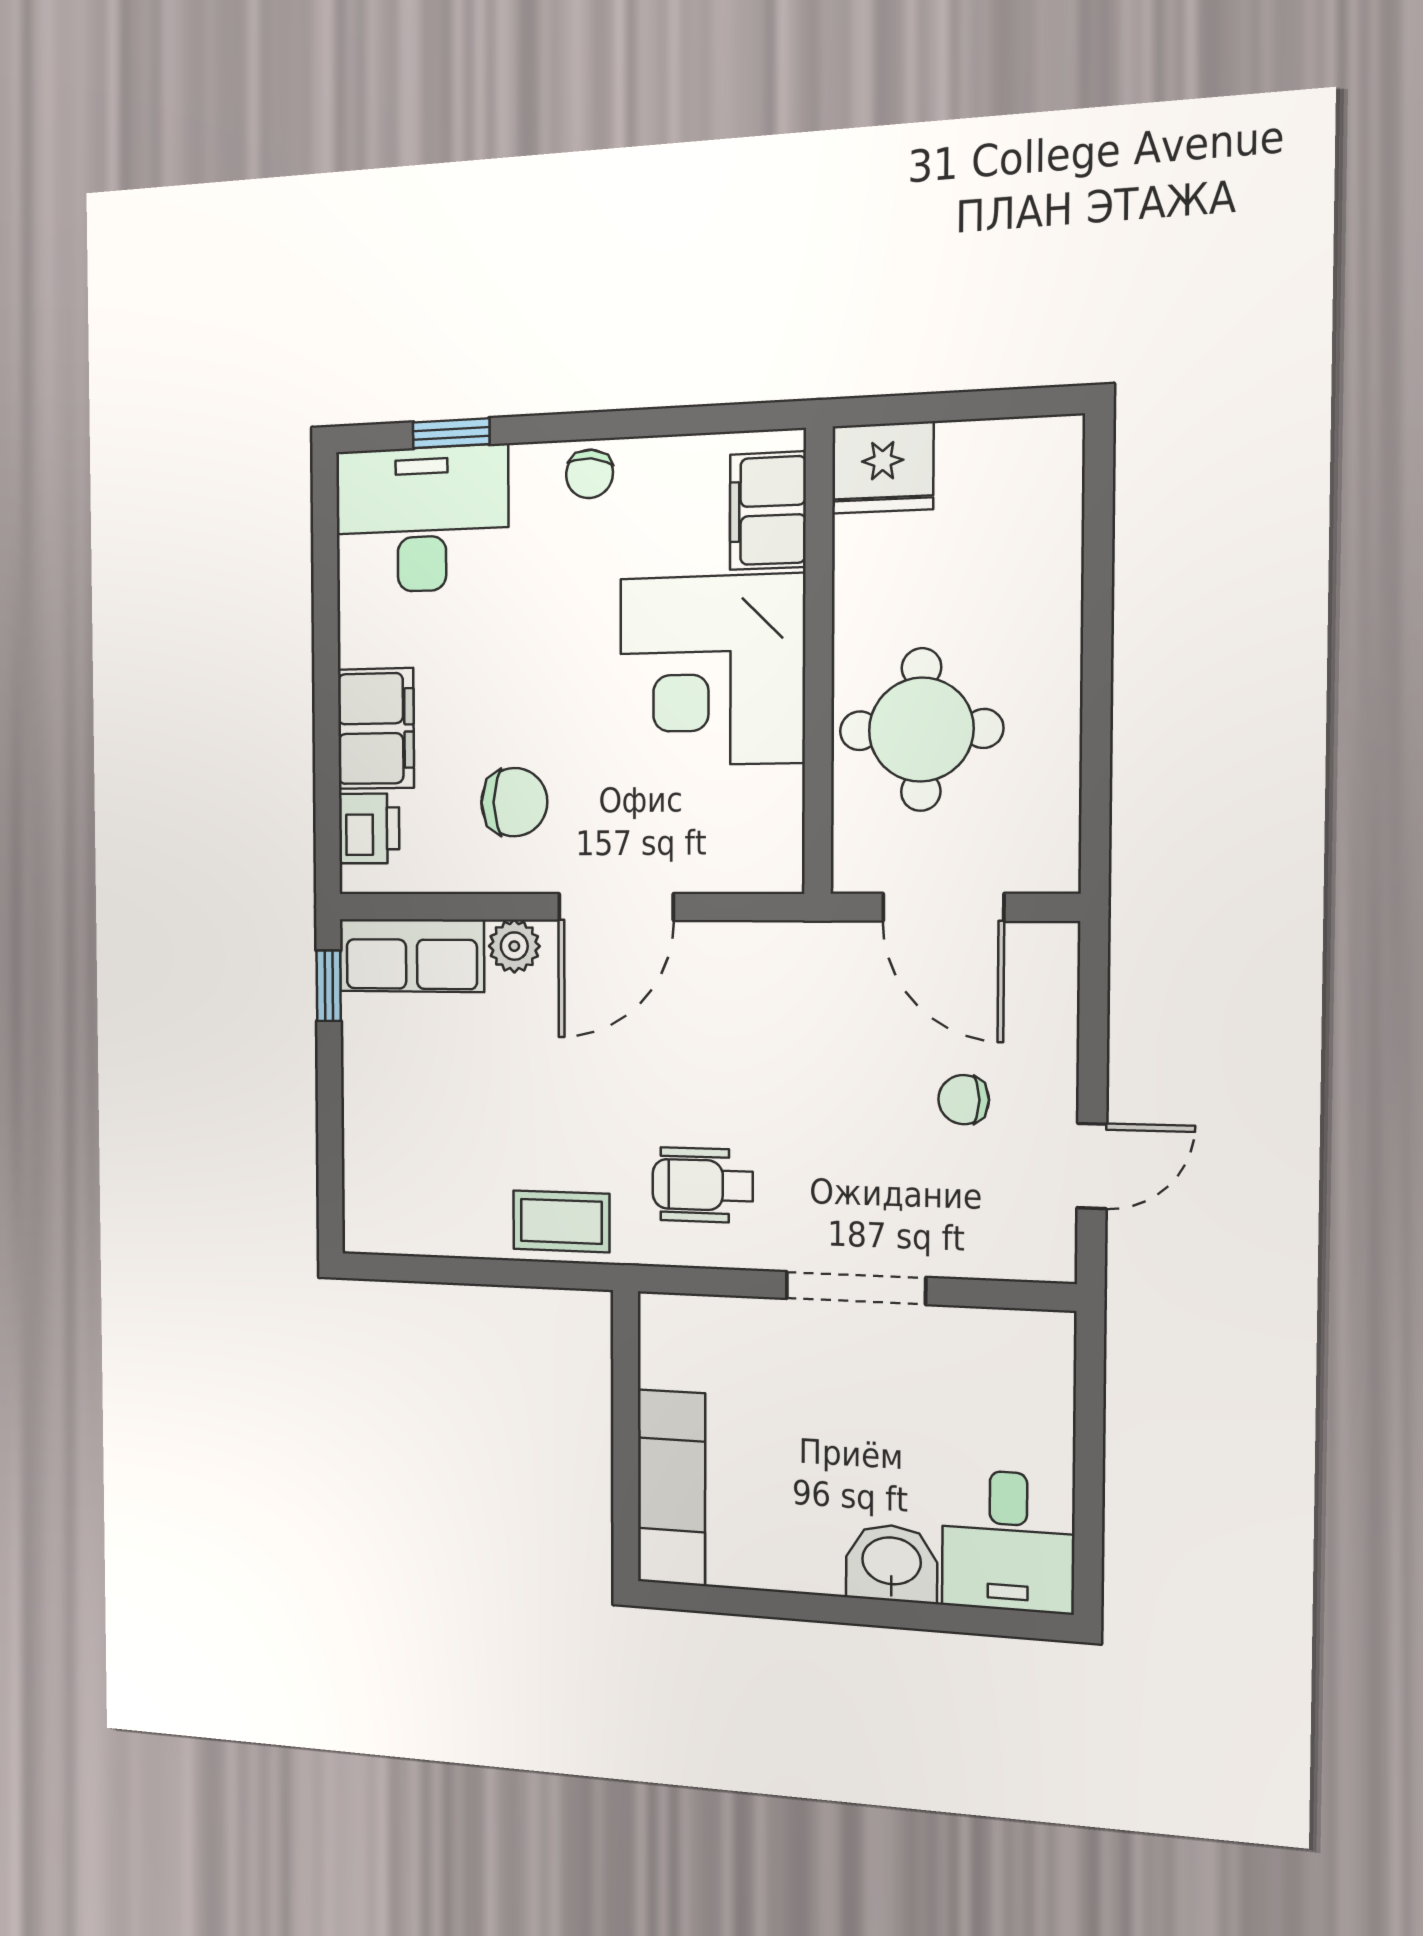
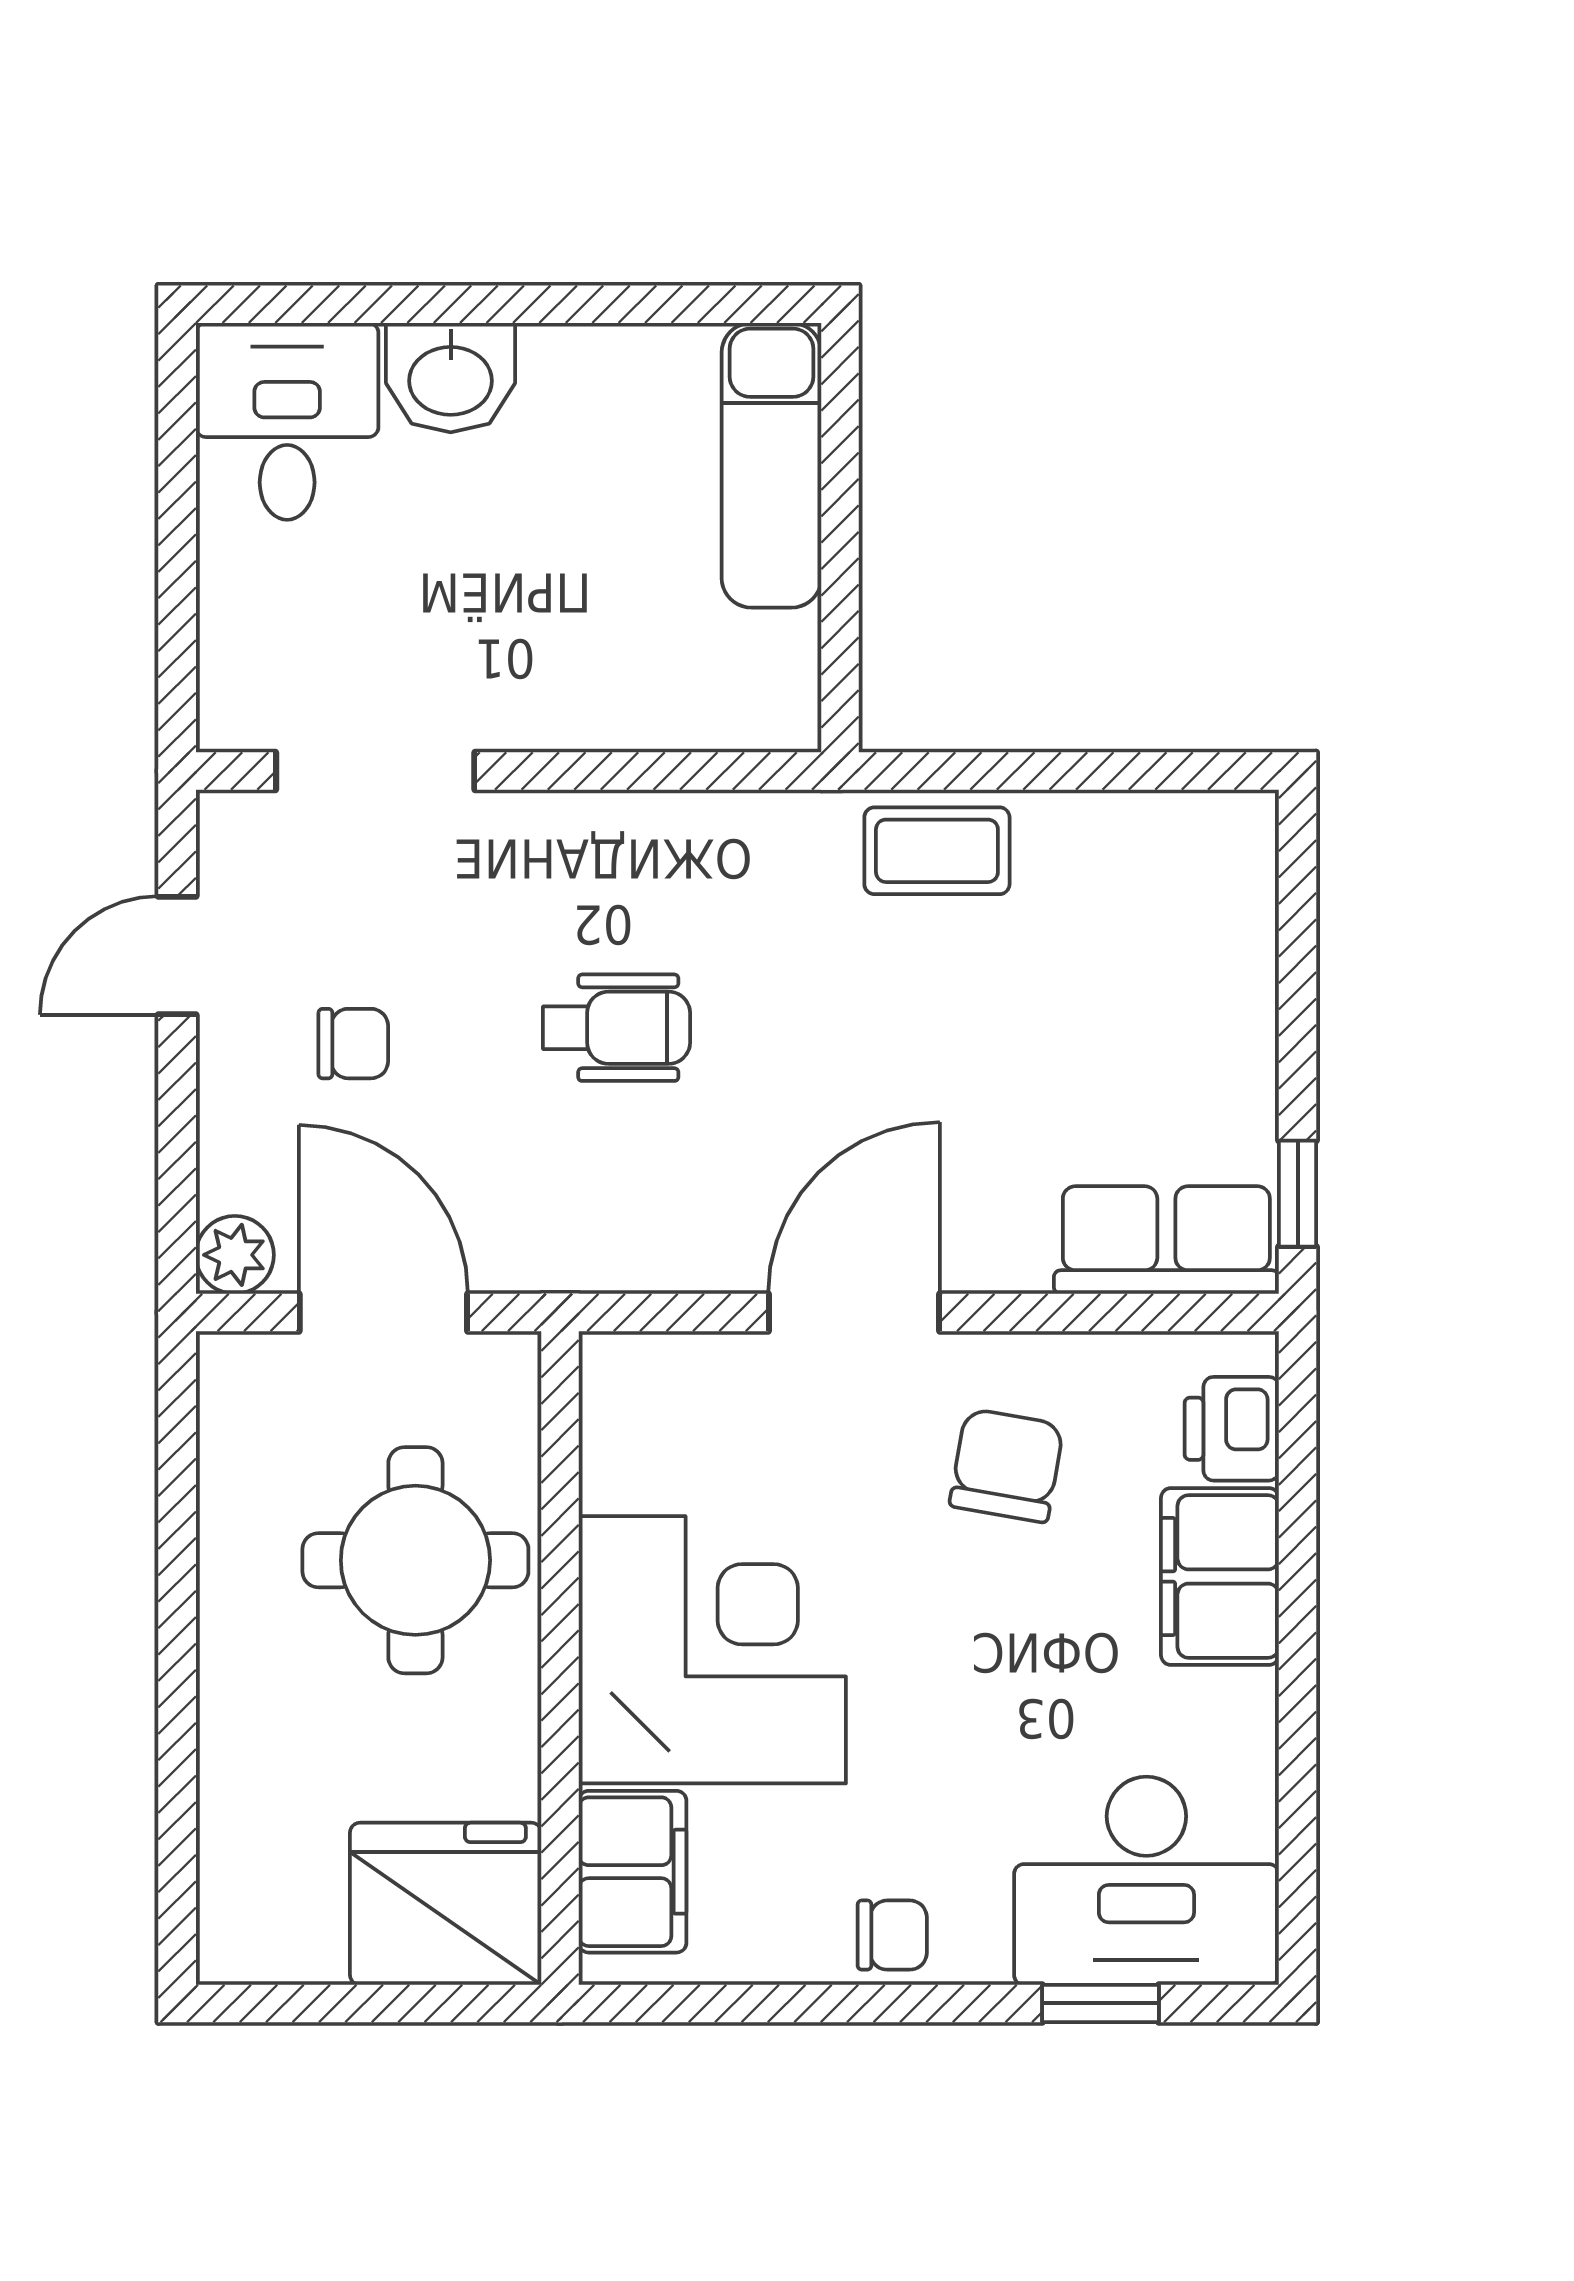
fridge: (883, 468) -> (446, 1904), width x1.36, depth x1.34
chair: (589, 474) -> (892, 1935), turned 84
chair: (514, 802) -> (1007, 1465), turned 100
plant: (514, 946) -> (235, 1255), moved
wheelchair: (703, 1185) -> (616, 1028), moved
doorway: (856, 1288) -> (375, 771), moved

